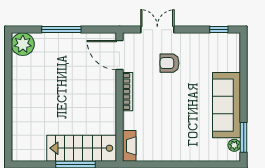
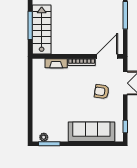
armchair: (170, 63) -> (102, 92), turned -81
sofa: (226, 105) -> (91, 132), moved
fireplace: (129, 146) -> (56, 63), moved

